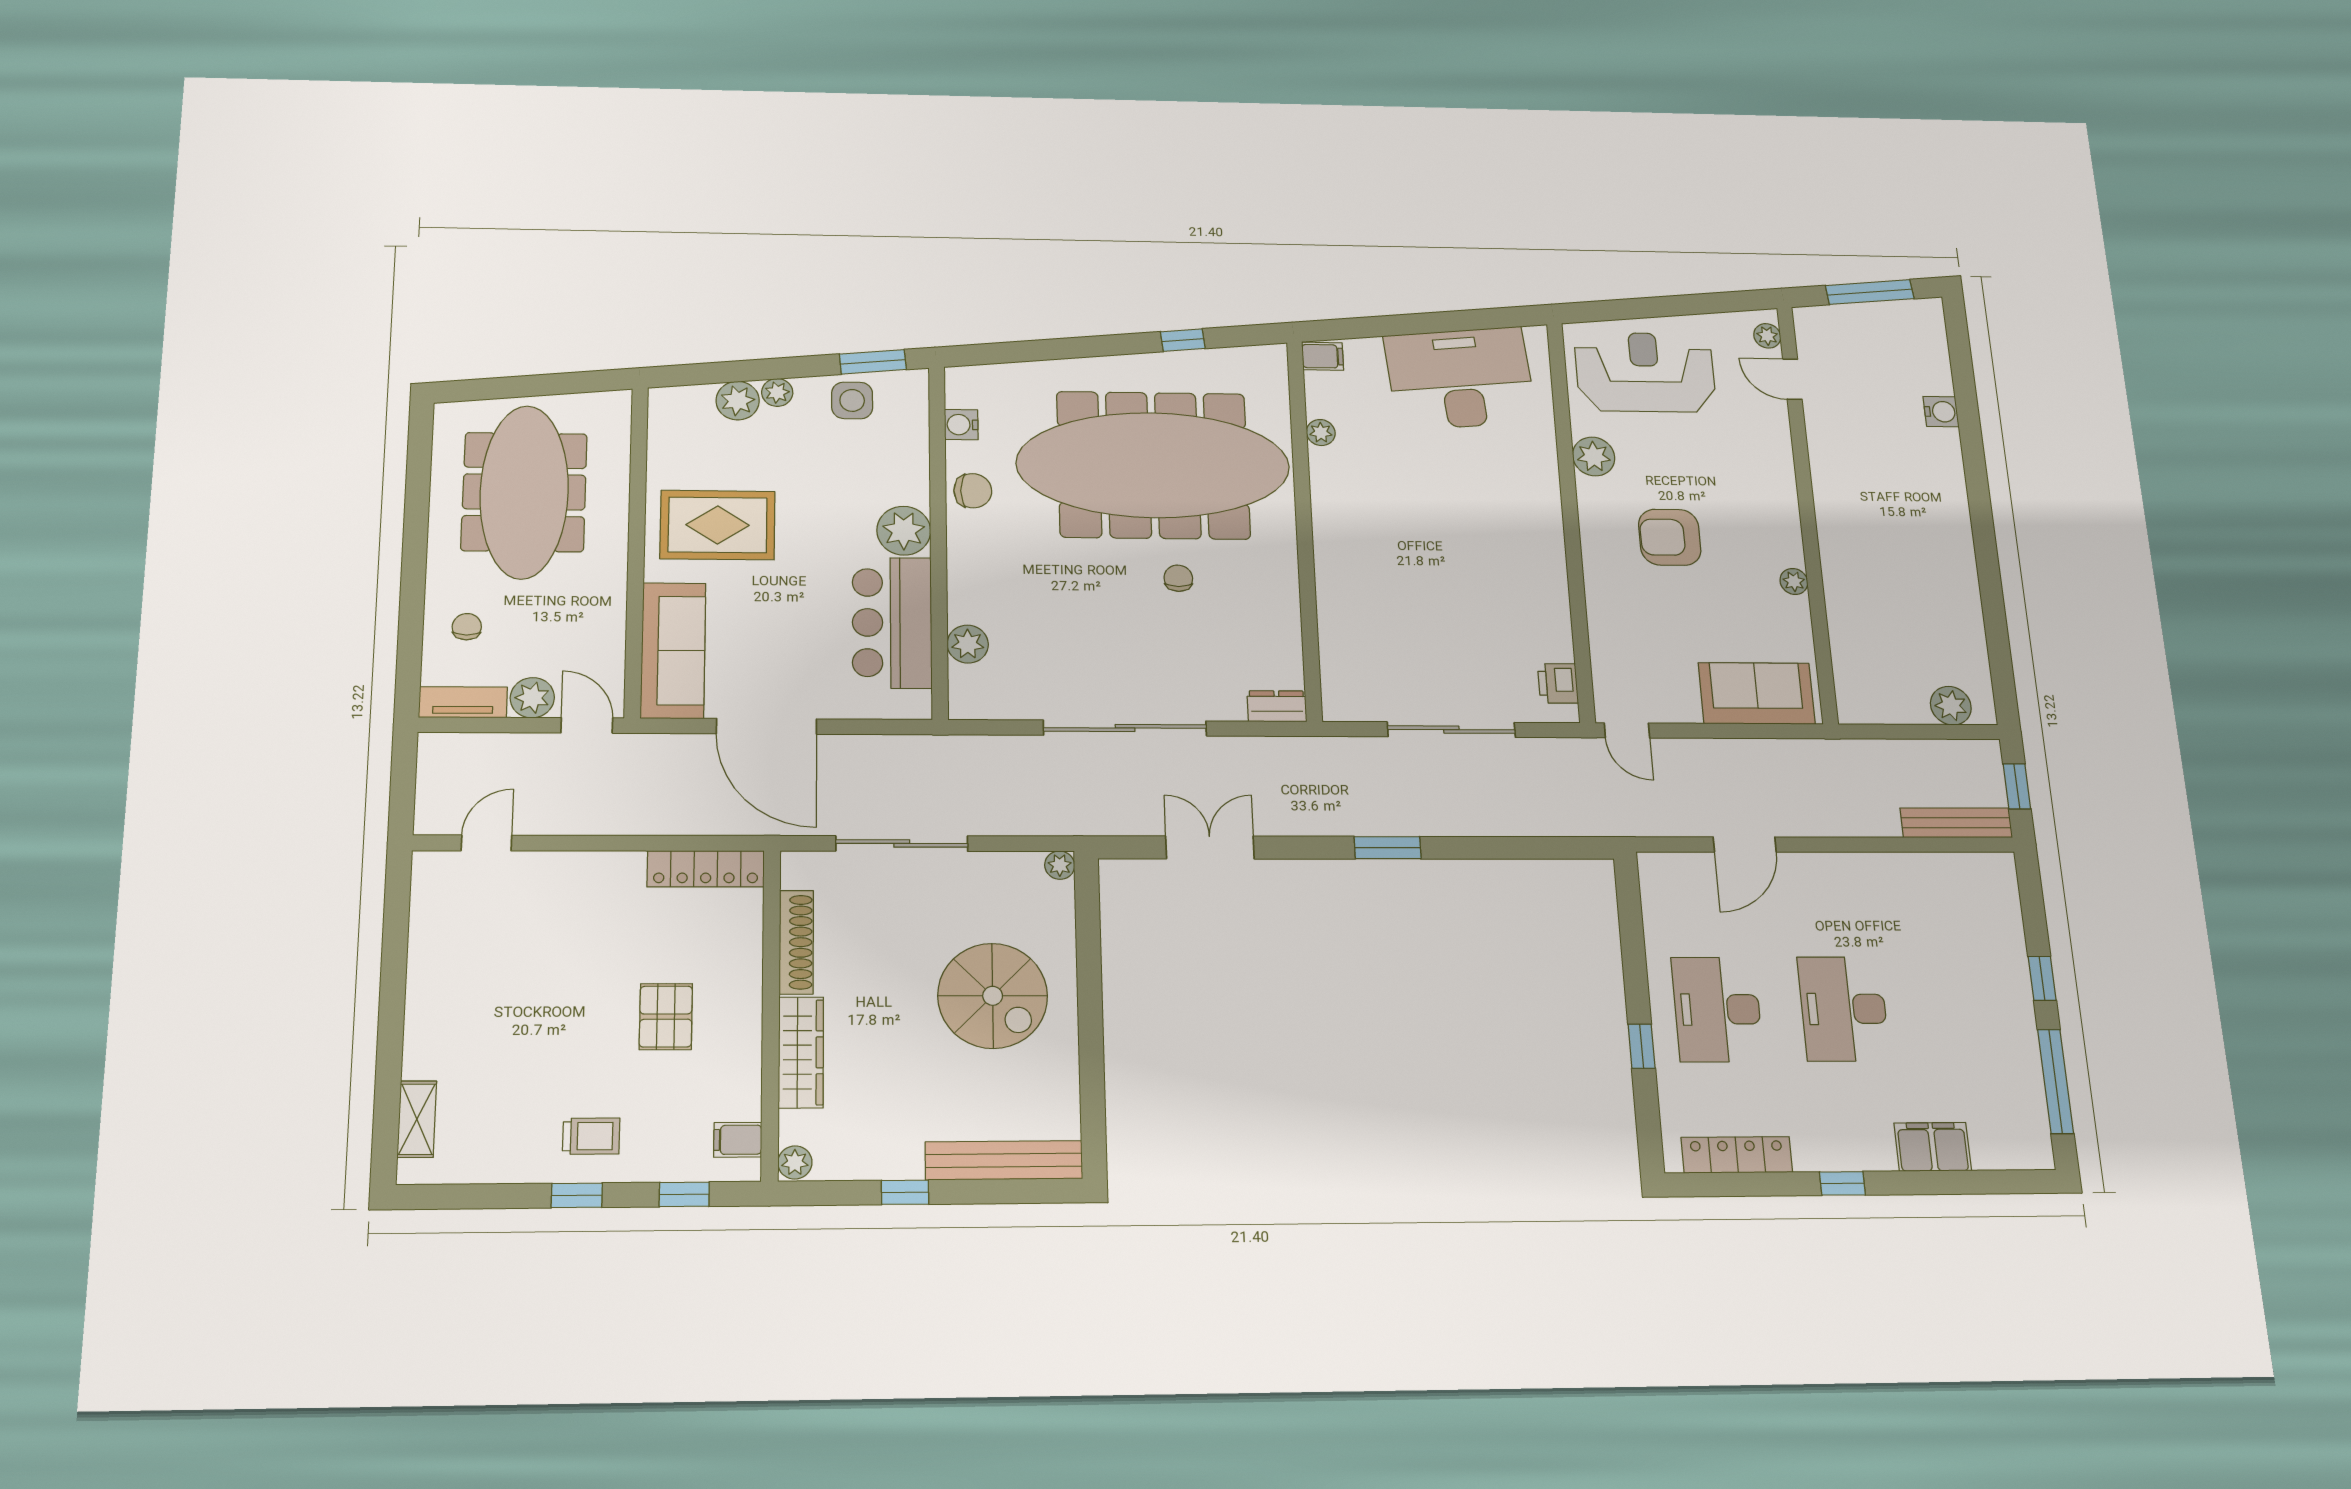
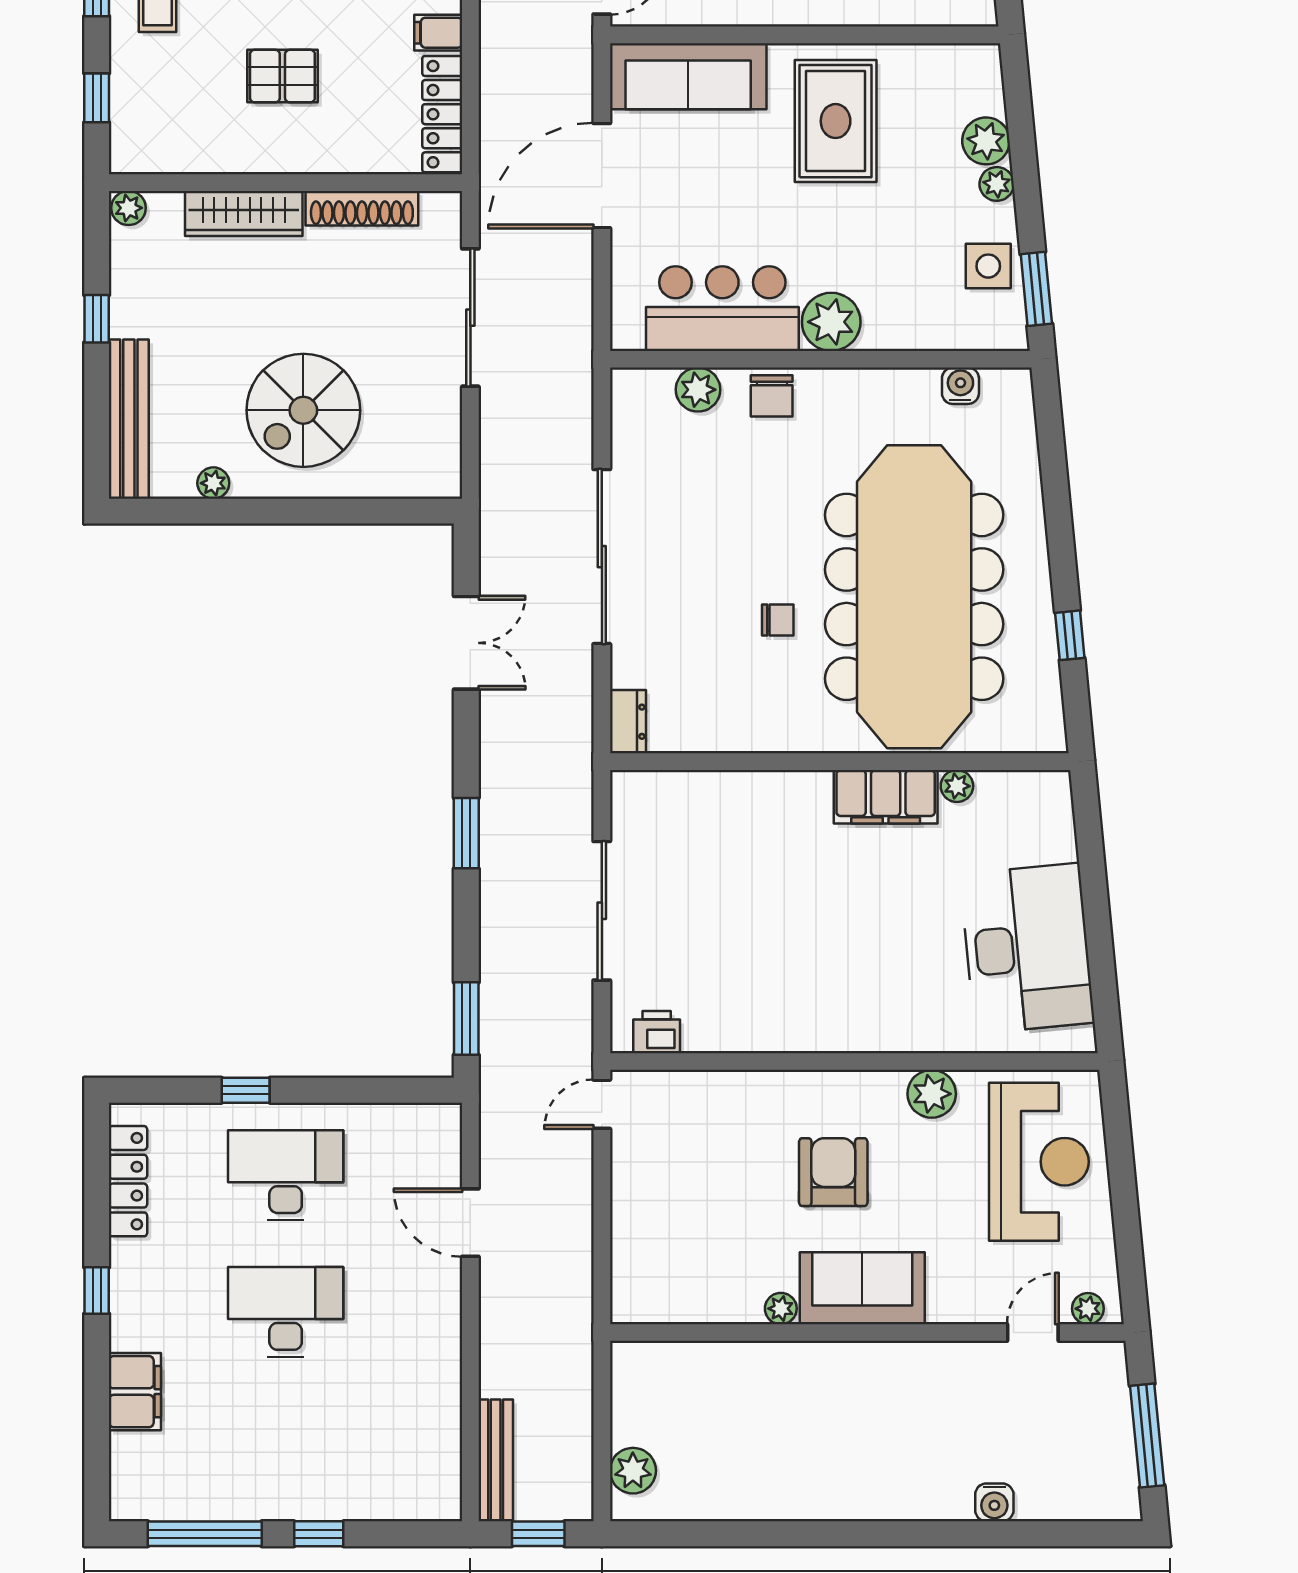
filing cabinet: (1323, 356) -> (886, 797), moved, width x3.00, depth x1.17
chair: (973, 491) -> (772, 396), moved
sofa: (1757, 693) -> (862, 1288), moved, turned -90
window: (1559, 848) -> (466, 1019), added
plant: (1060, 865) -> (213, 483), moved
filing cabinet: (738, 1140) -> (438, 33), moved, turned -90

